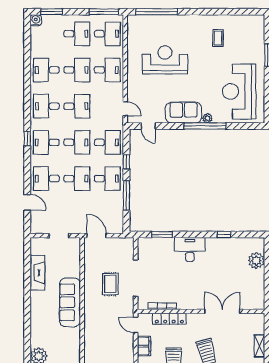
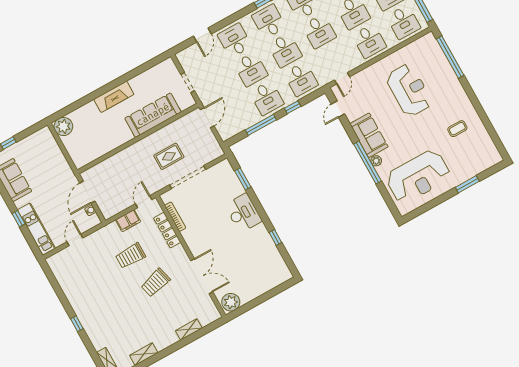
reception desk: (239, 91) -> (418, 177), turned 180
plant: (256, 261) -> (231, 302), moved
fireplace: (37, 273) -> (114, 97), moved
sofa: (70, 302) -> (153, 115), moved

